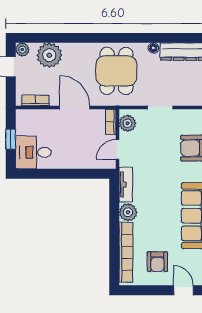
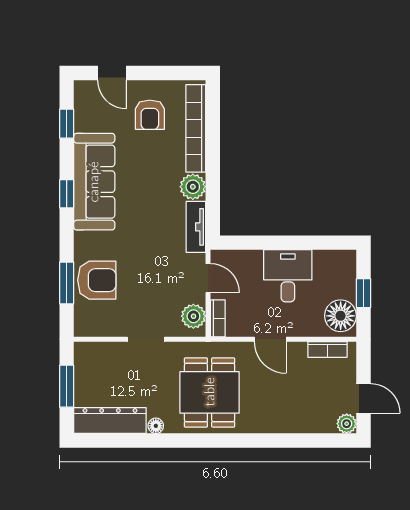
plant: (49, 55) -> (307, 415), removed
door: (75, 107) -> (270, 339), width x0.73
floor lamp: (26, 124) -> (341, 316), added
door: (117, 149) -> (208, 278), hinge flipped
desk: (33, 152) -> (288, 276), moved, turned -90
armchair: (157, 262) -> (150, 115), turned 180

